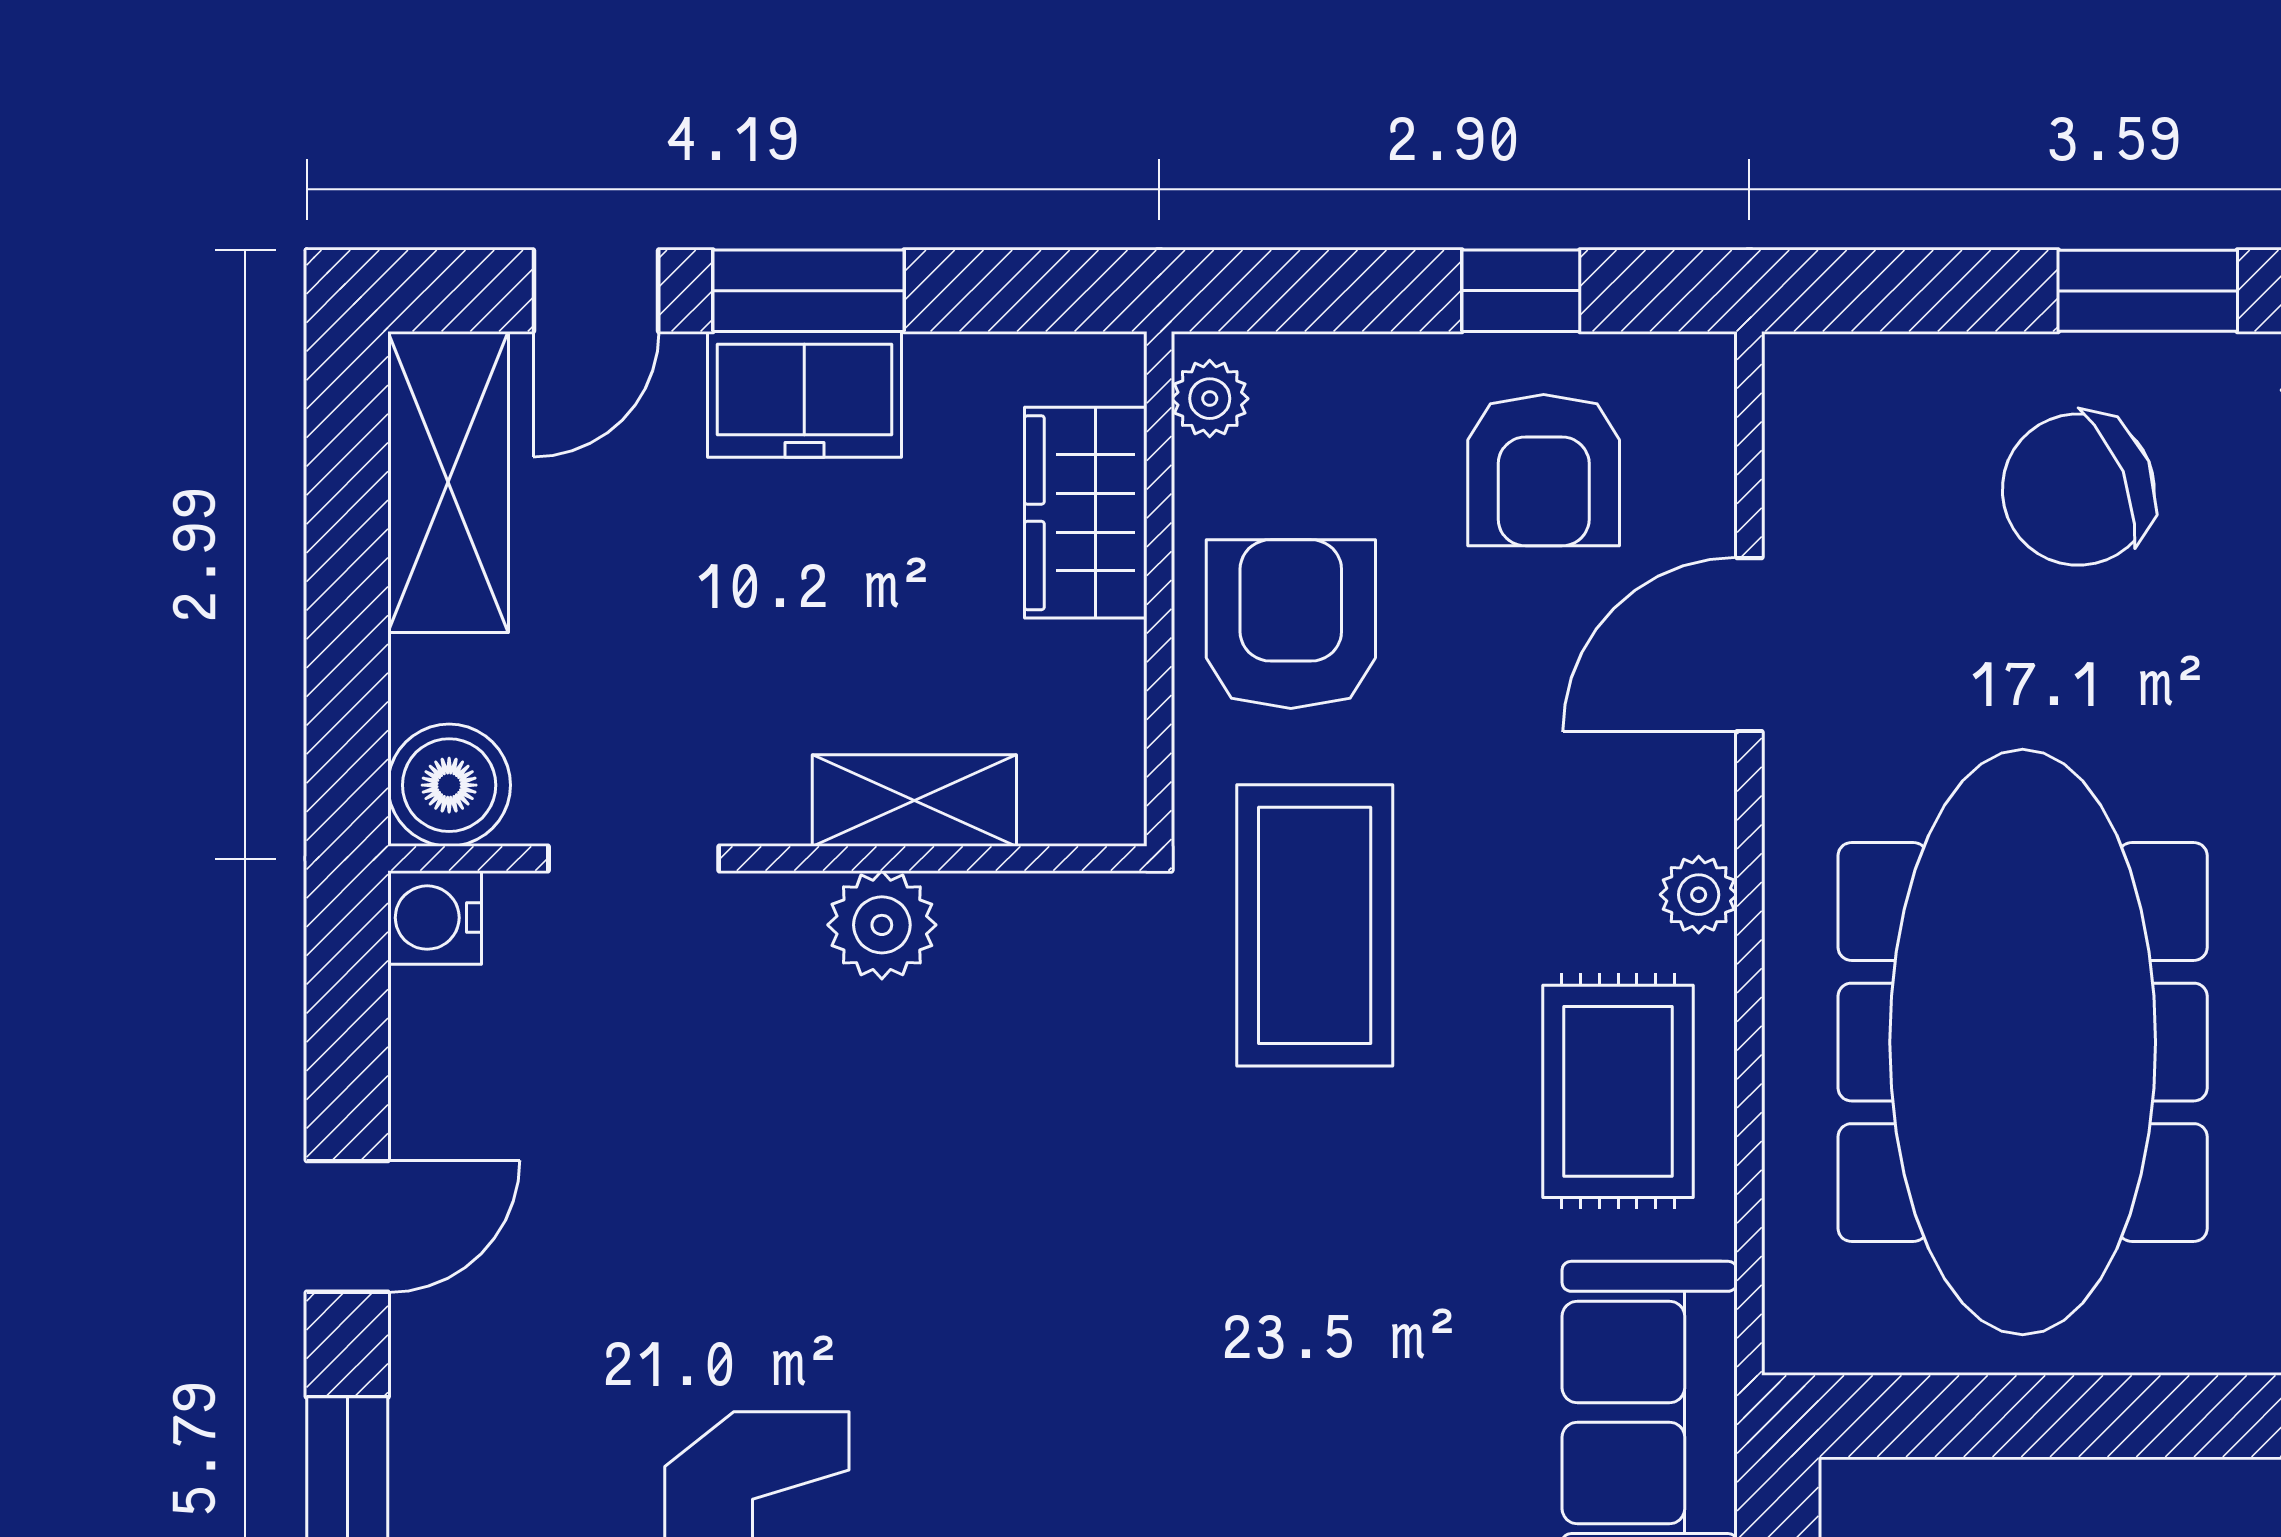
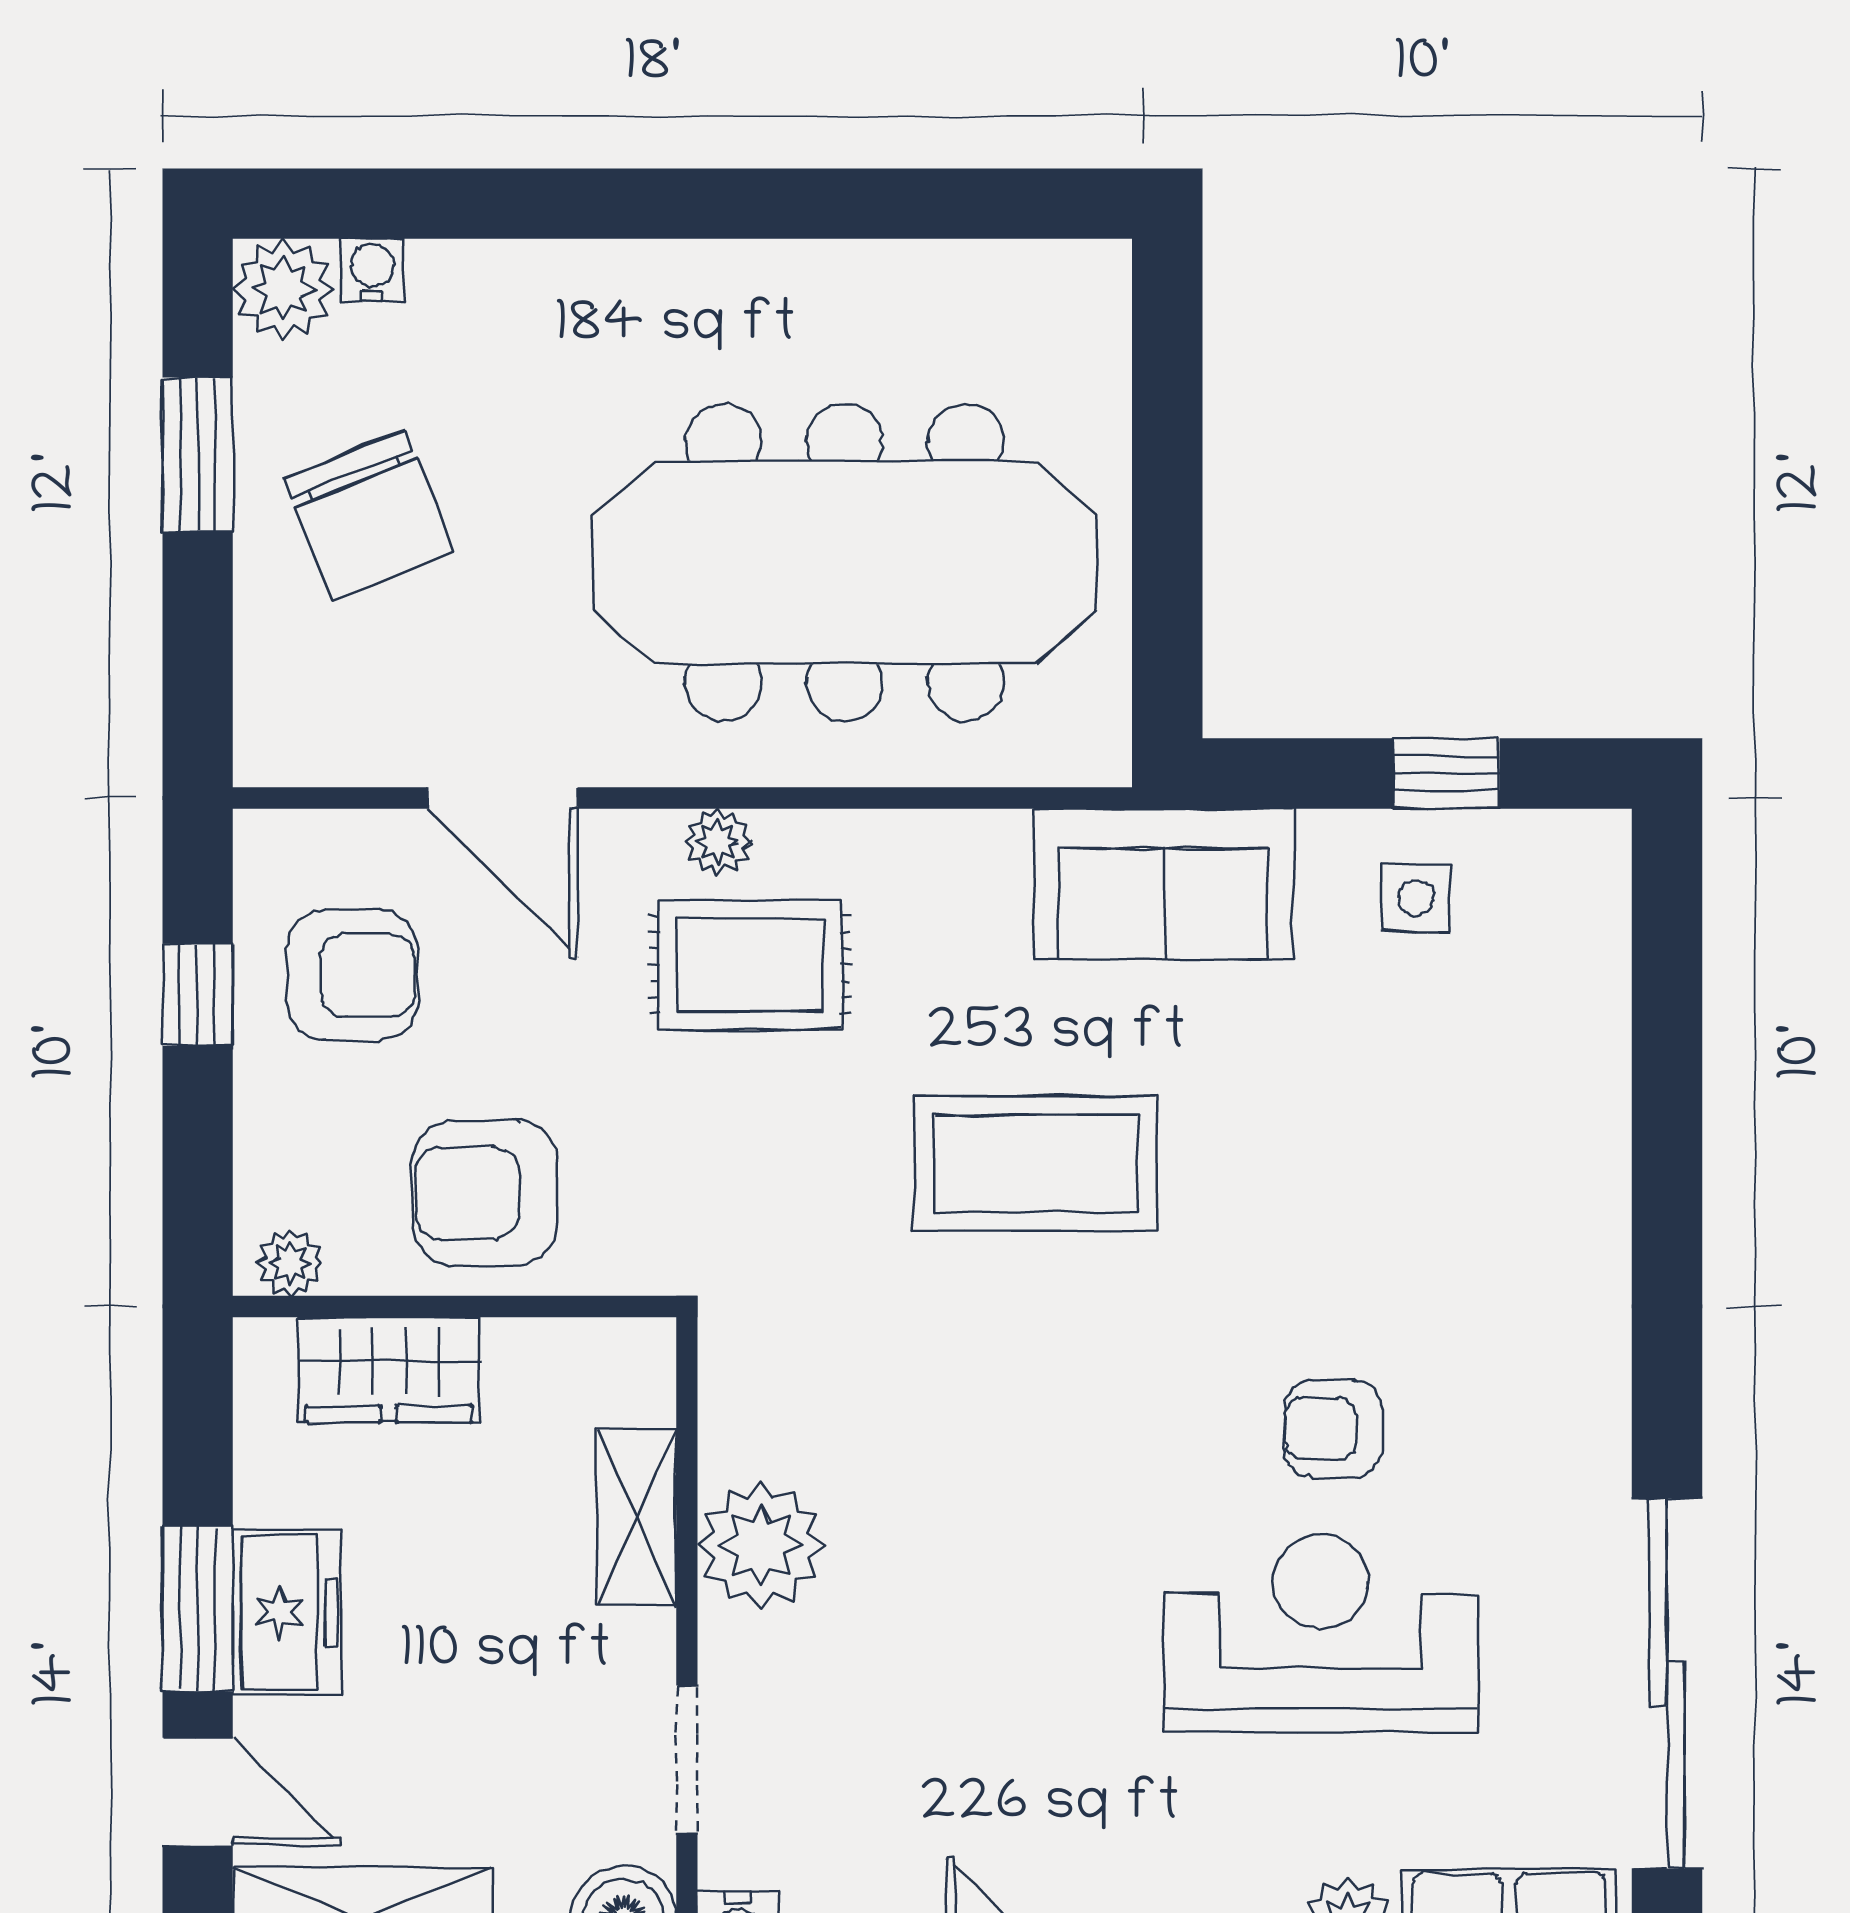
plant: (882, 925) -> (761, 1545), width x1.36, depth x1.36
coffee table: (1315, 925) -> (1036, 1163), moved
rug: (1618, 1091) -> (750, 965), moved

